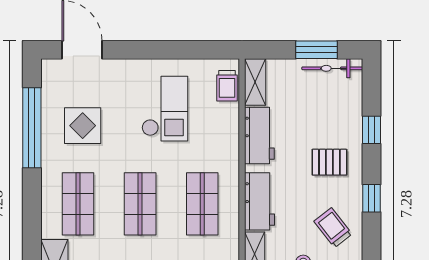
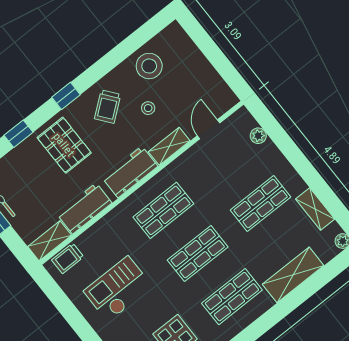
trolley: (227, 86) -> (68, 258), turned 180
pallet: (329, 162) -> (64, 145), width x1.50, depth x1.42

